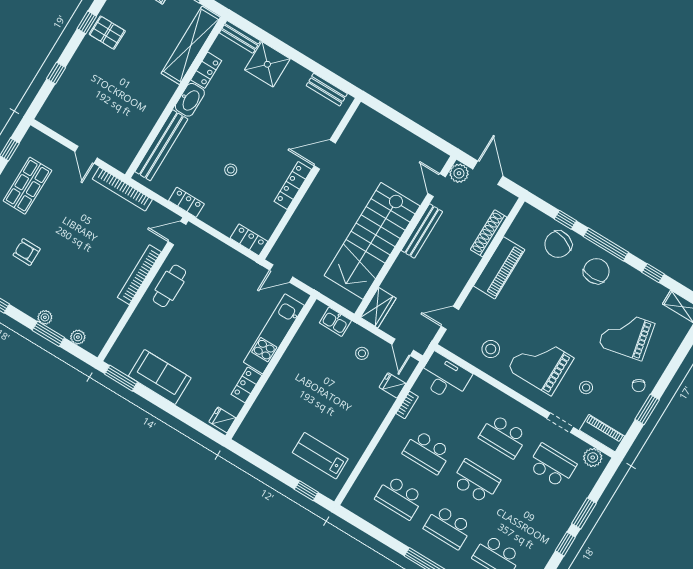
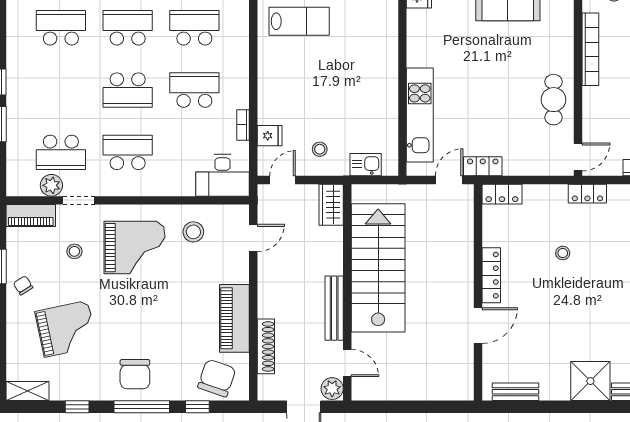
chair: (558, 244) -> (217, 378), moved
bookcase: (139, 275) -> (590, 49), moved
door: (403, 347) -> (283, 180), hinge flipped
locker: (246, 385) -> (483, 166), moved, turned -90
plant: (593, 457) -> (51, 185), moved

